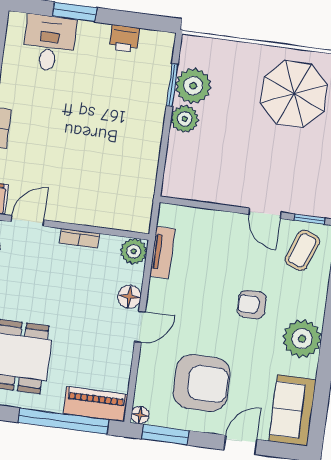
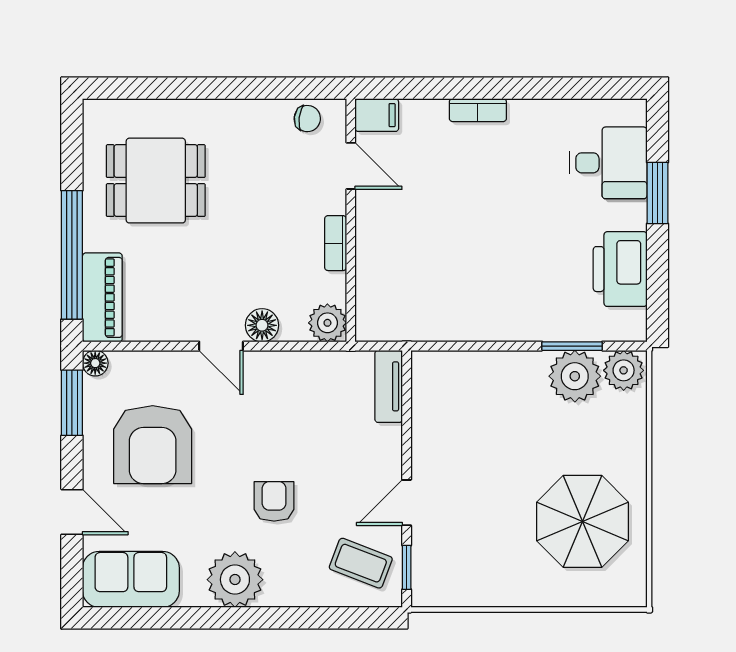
printer: (124, 39) -> (620, 269), width x1.87, depth x1.48
plant: (185, 119) -> (624, 370), moved
tv unit: (162, 252) -> (389, 386), moved, turned 90

